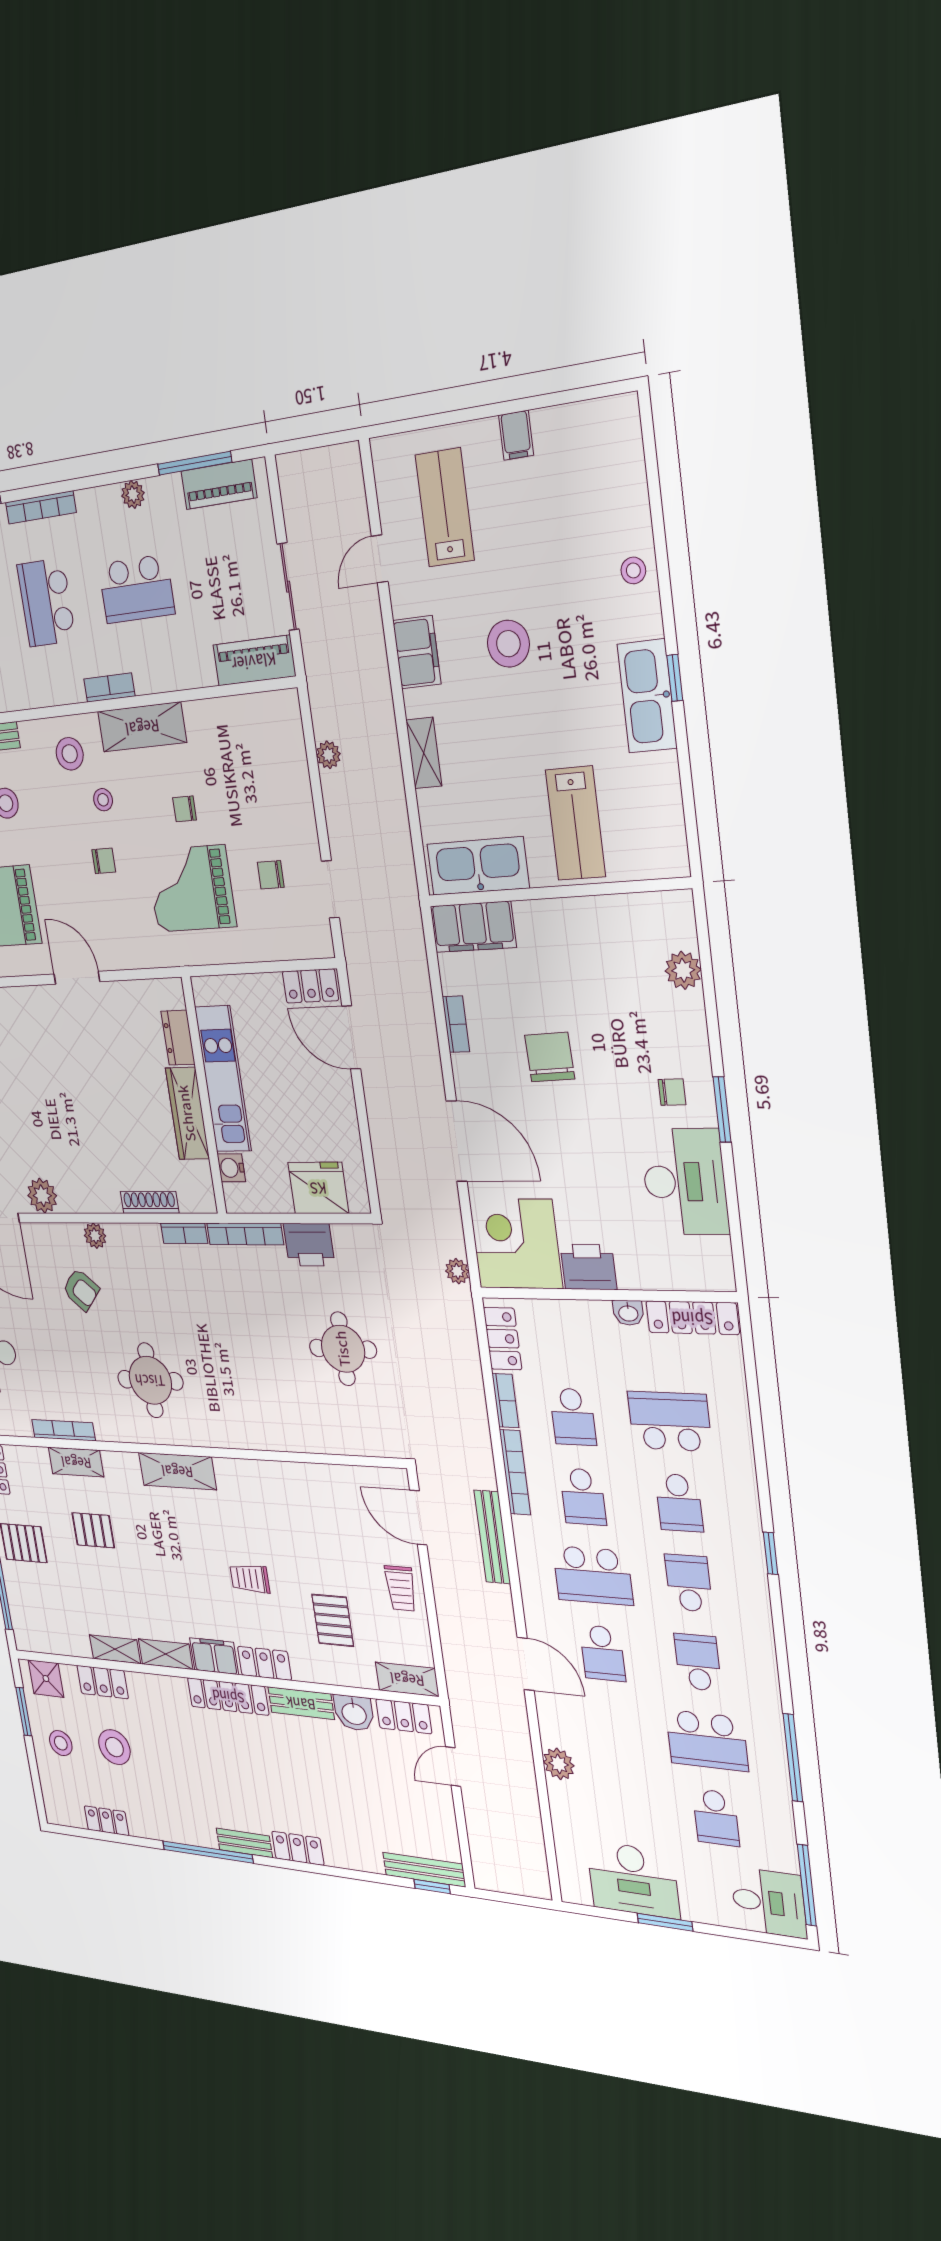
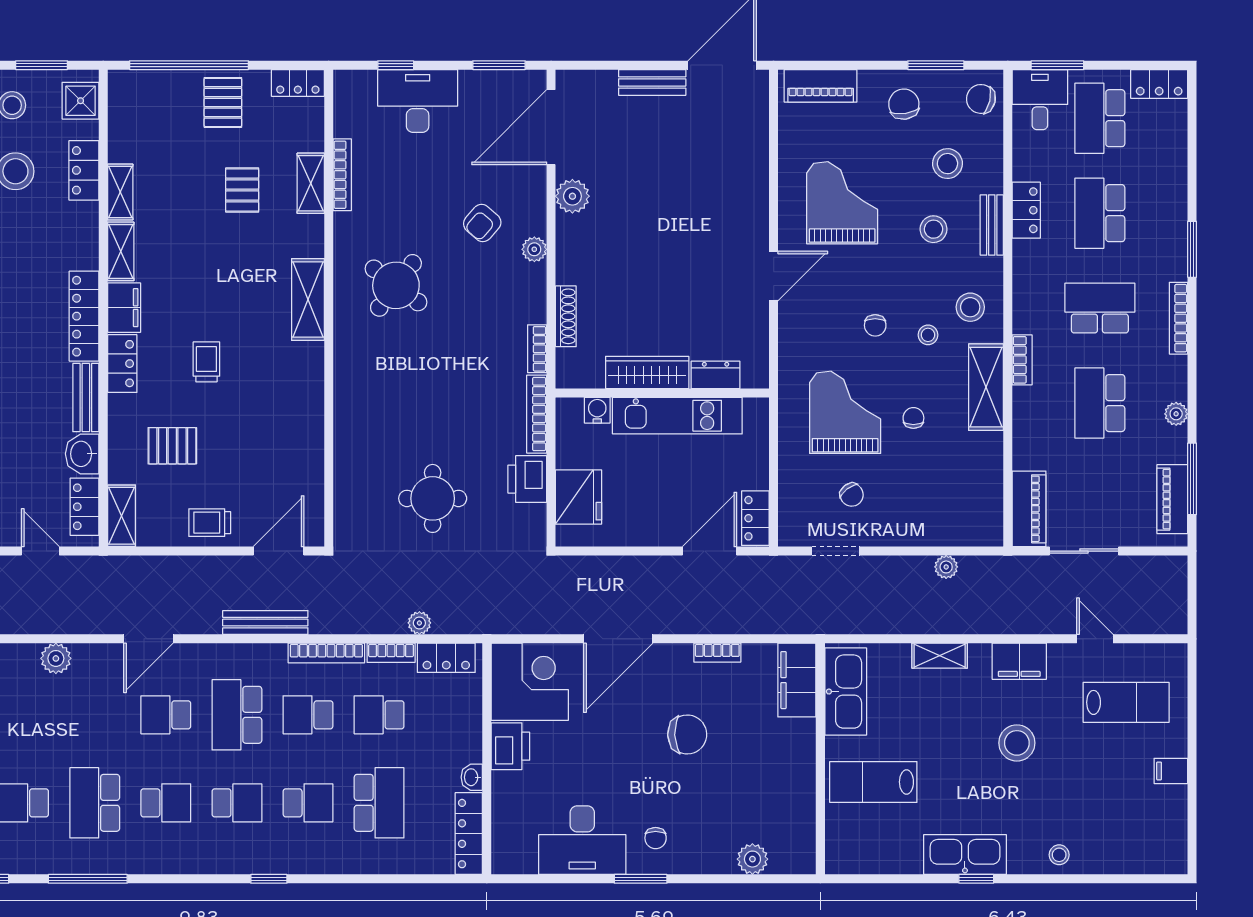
chair: (271, 875) -> (852, 495), turned 142
plant: (457, 1271) -> (419, 623), moved
round table: (150, 1380) -> (396, 285), turned 37
school desk: (679, 1503) -> (308, 803), turned 180

